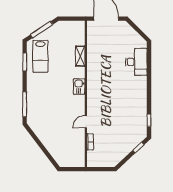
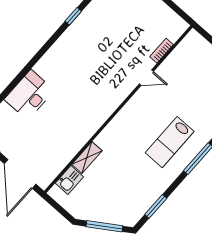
lab bench: (40, 56) -> (170, 142), moved, turned 180
kitchen sink: (79, 87) -> (69, 180), moved

